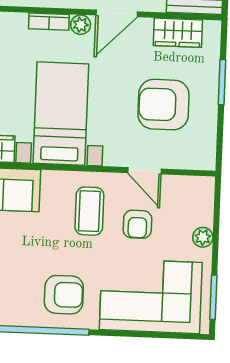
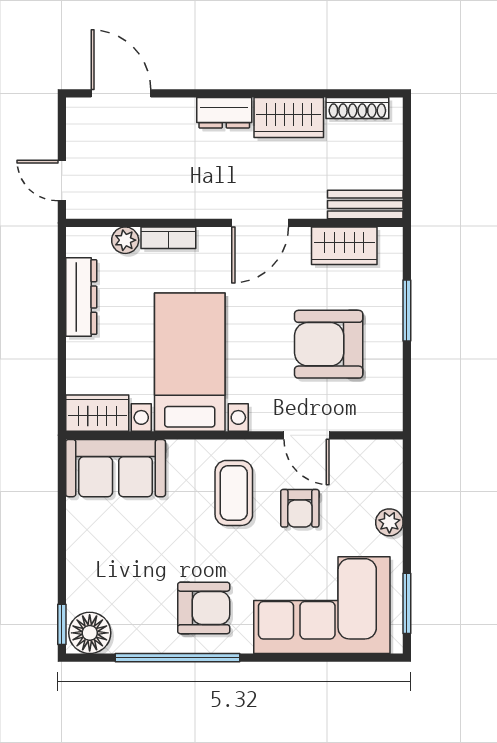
plant: (81, 25) -> (125, 240), moved

